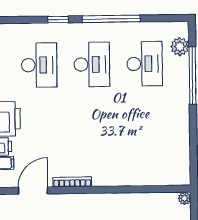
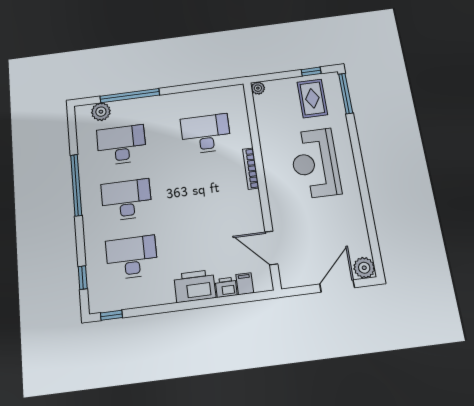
window: (58, 19) -> (83, 278), moved
desk: (146, 144) -> (206, 134), added
bookcase: (72, 182) -> (251, 169), moved

